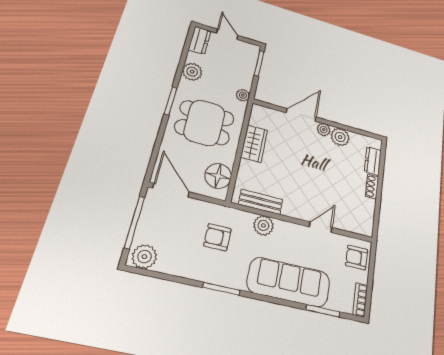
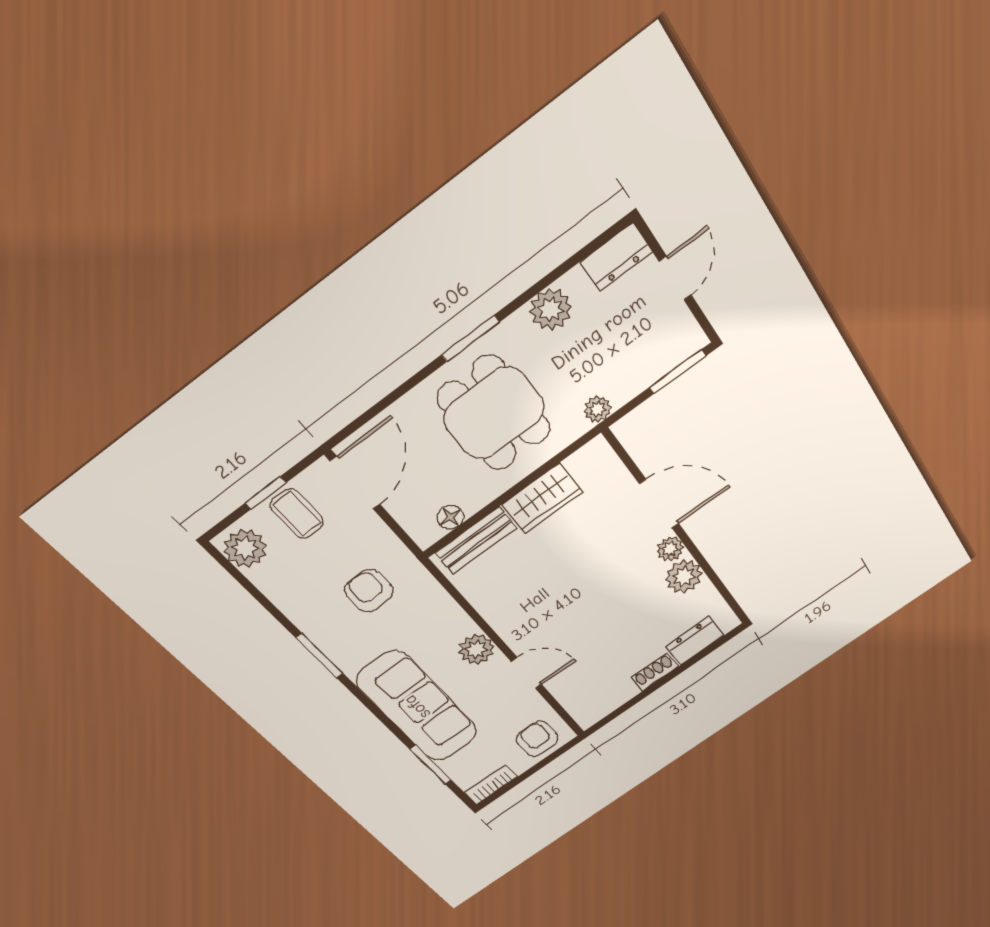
floor lamp: (218, 176) -> (450, 517), width x0.53, depth x0.53
bench: (261, 202) -> (476, 540), moved, turned 90
window: (135, 222) -> (266, 493), width x0.46
coffee table: (156, 222) -> (297, 514), added
plant: (263, 225) -> (476, 649), moved

